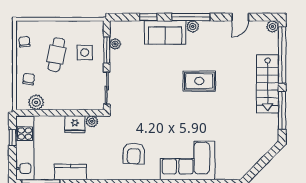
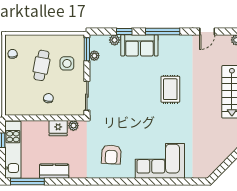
plant: (193, 26) -> (115, 40), moved
window: (107, 50) -> (87, 49), moved
chair: (29, 79) -> (48, 98), moved
rug: (199, 81) -> (170, 89), turned 90
plant: (36, 102) -> (23, 108), removed

